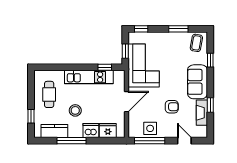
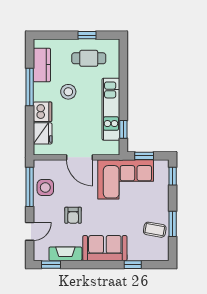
coffee table: (196, 43) -> (155, 230), moved
window: (210, 105) -> (51, 265), moved
window: (31, 116) -> (87, 35), moved

